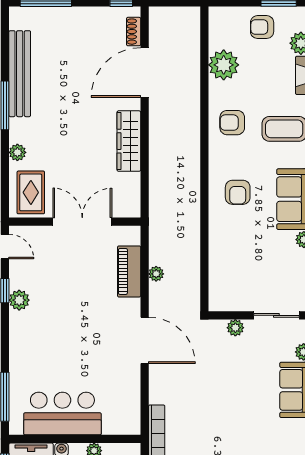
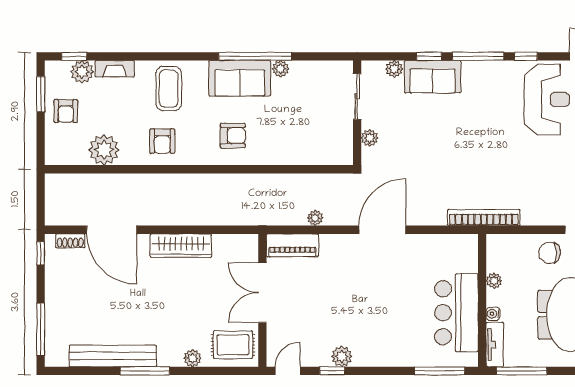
piano: (129, 271) -> (292, 245), moved

